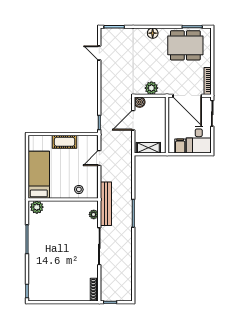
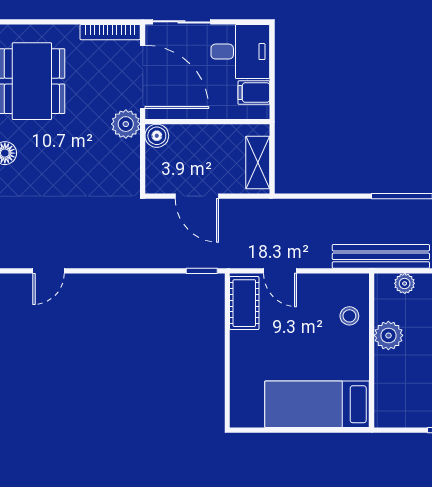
plant: (151, 88) -> (126, 124), moved
door: (187, 96) -> (143, 77), hinge flipped
boiler: (140, 102) -> (157, 136), moved
cot: (65, 142) -> (244, 303), moved
plant: (37, 207) -> (388, 335), moved

